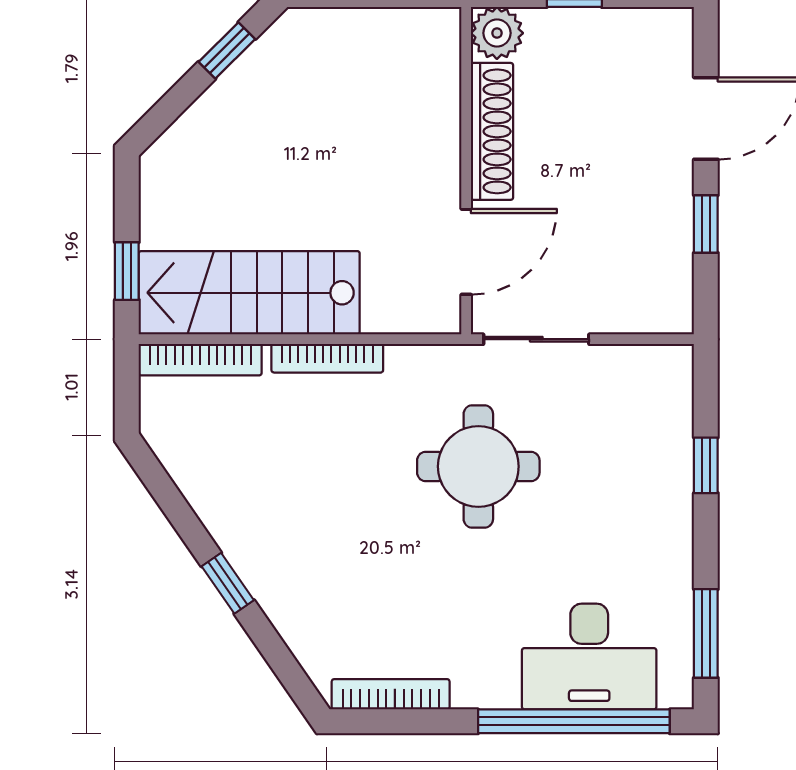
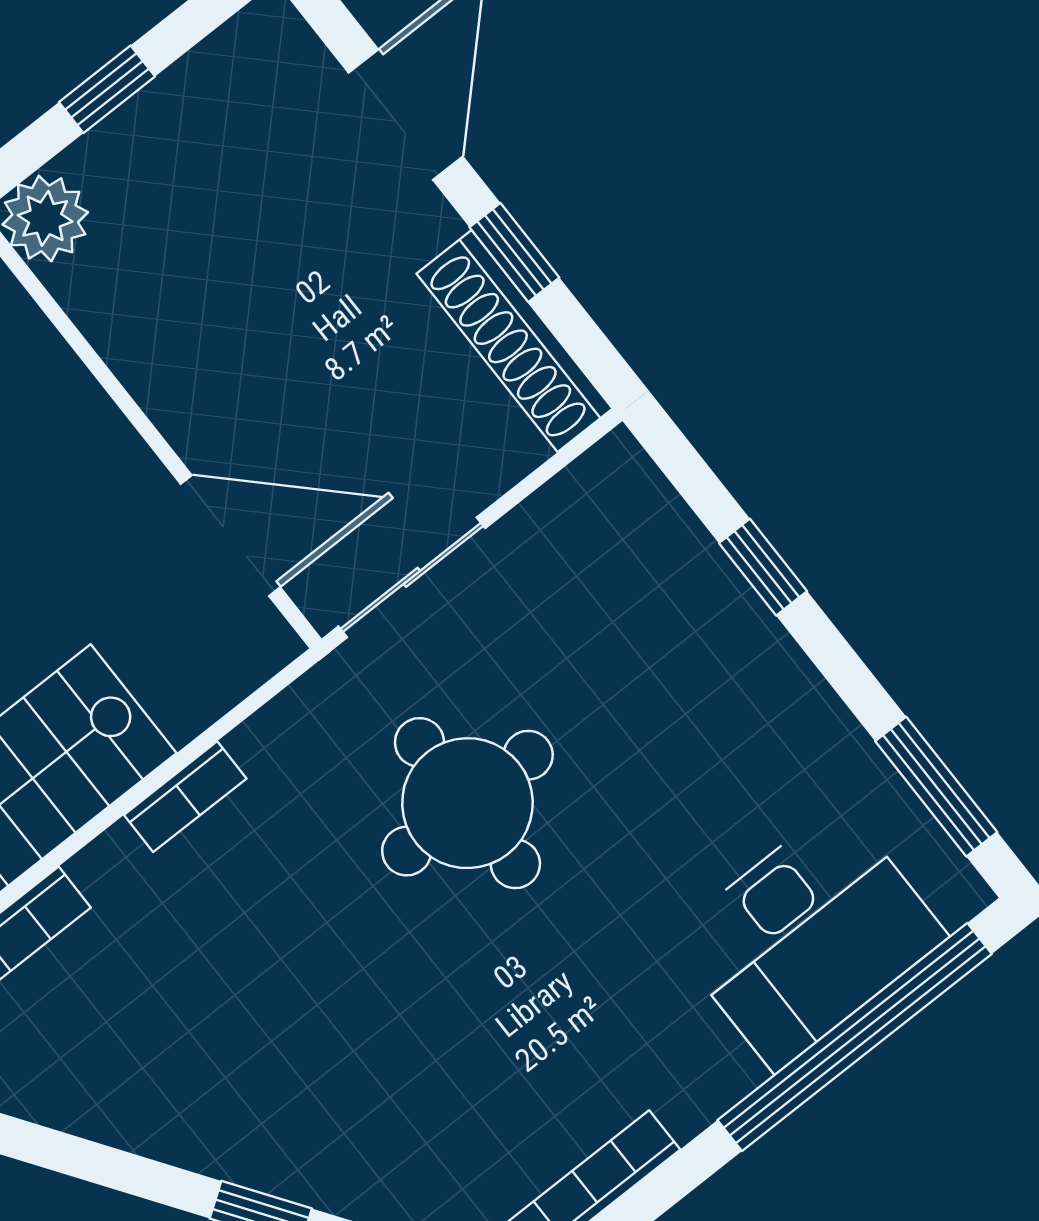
shoe rack: (492, 131) -> (515, 341), moved, turned 180
door: (466, 252) -> (230, 536), hinge flipped
bookcase: (327, 358) -> (185, 797), width x0.64

